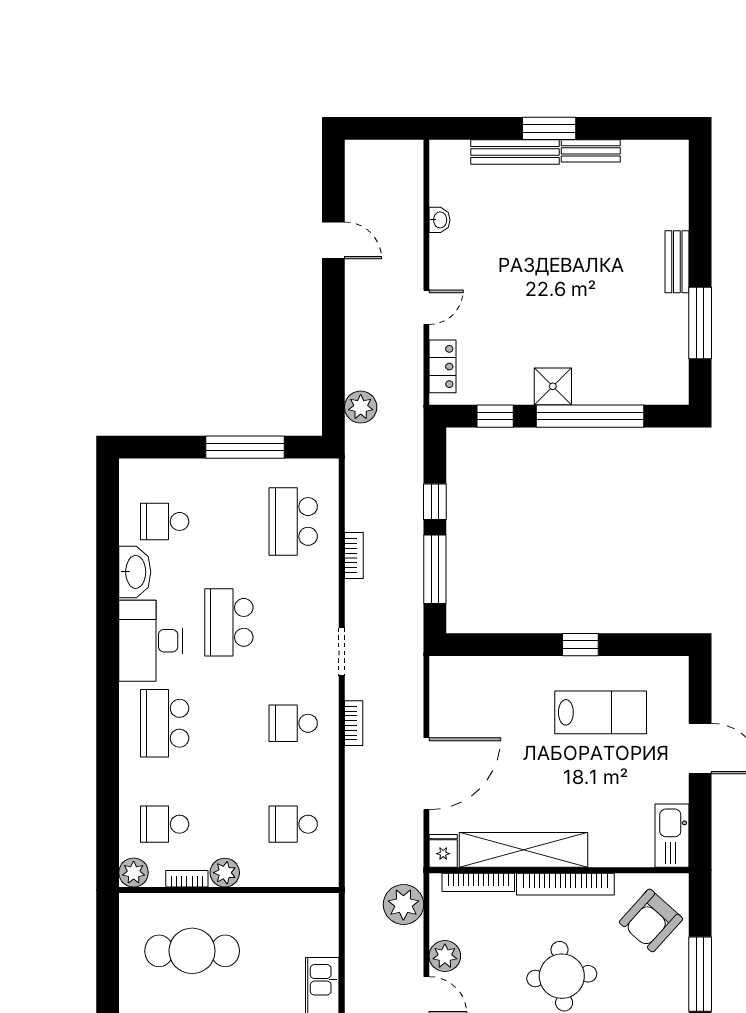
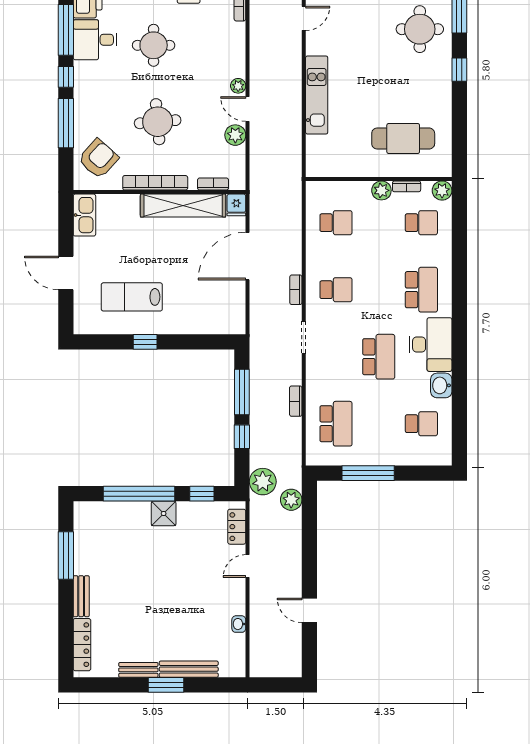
locker: (676, 189) -> (82, 645), added
washbasin: (135, 572) -> (441, 385), width x0.72
bookcase: (478, 882) -> (213, 184), width x0.64
plant: (403, 904) -> (263, 482), moved

